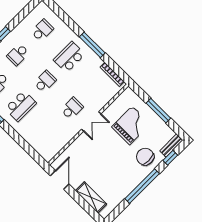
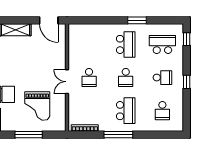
school desk: (18, 55) -> (162, 78), turned 90
school desk: (21, 106) -> (126, 44), turned 180

